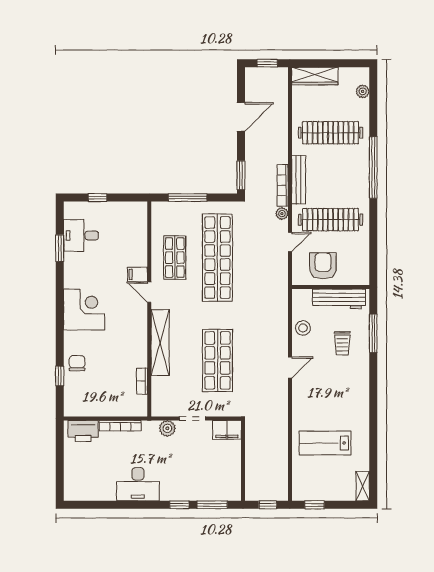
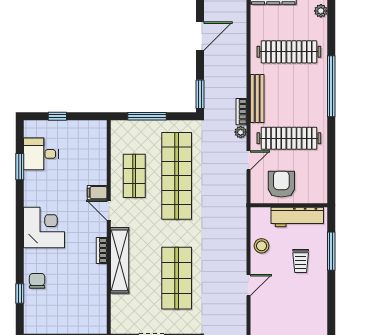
bookcase: (283, 185) -> (241, 112), width x0.64
bookcase: (142, 381) -> (102, 250), moved

